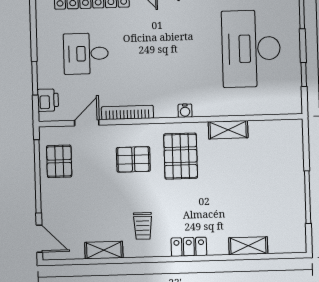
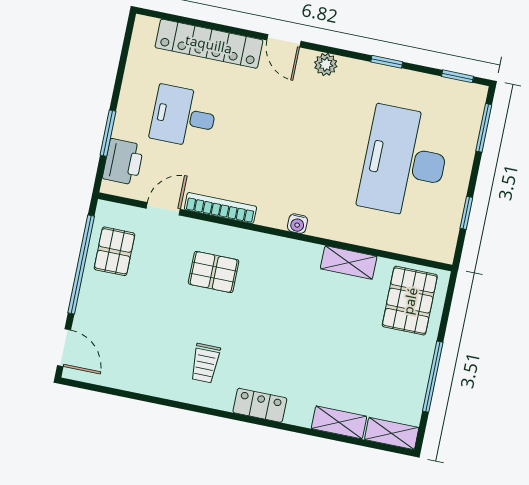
printer: (48, 100) -> (123, 162), width x1.36, depth x1.24
pallet: (181, 156) -> (410, 301), moved
shelving: (104, 250) -> (392, 434), moved

